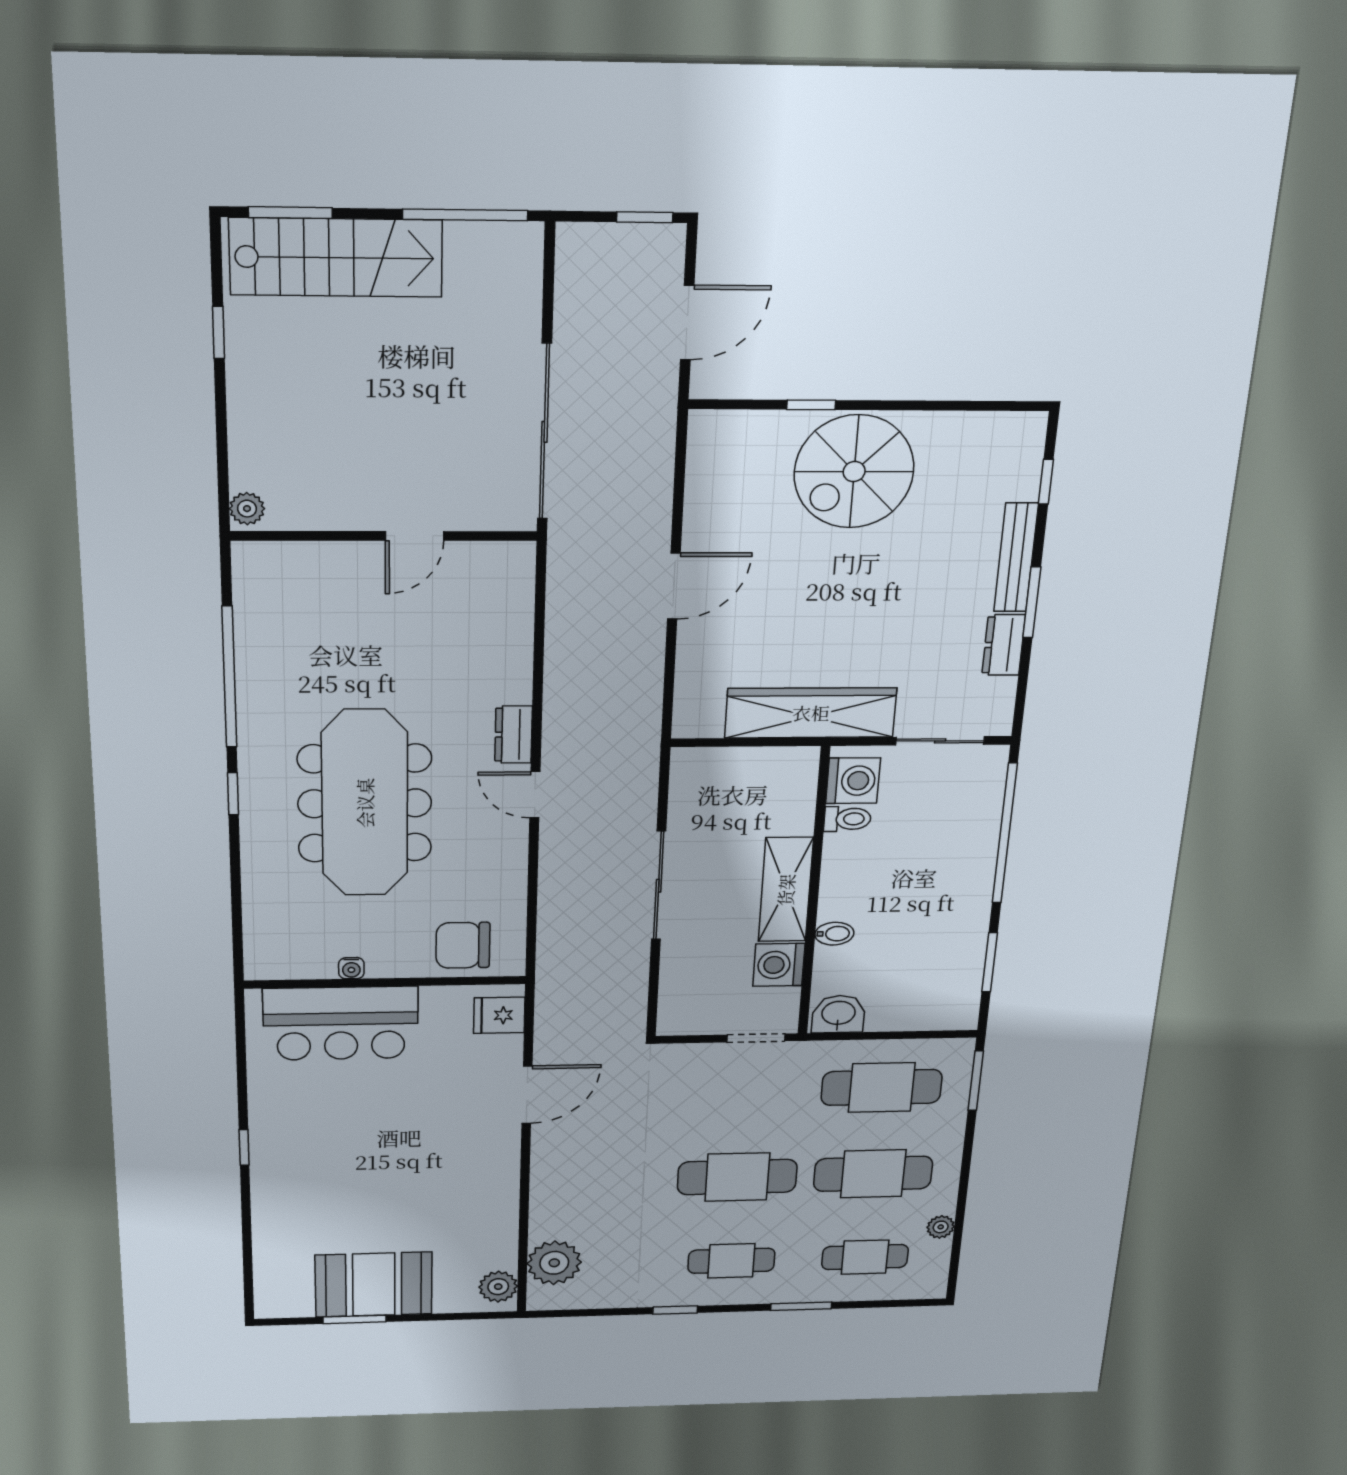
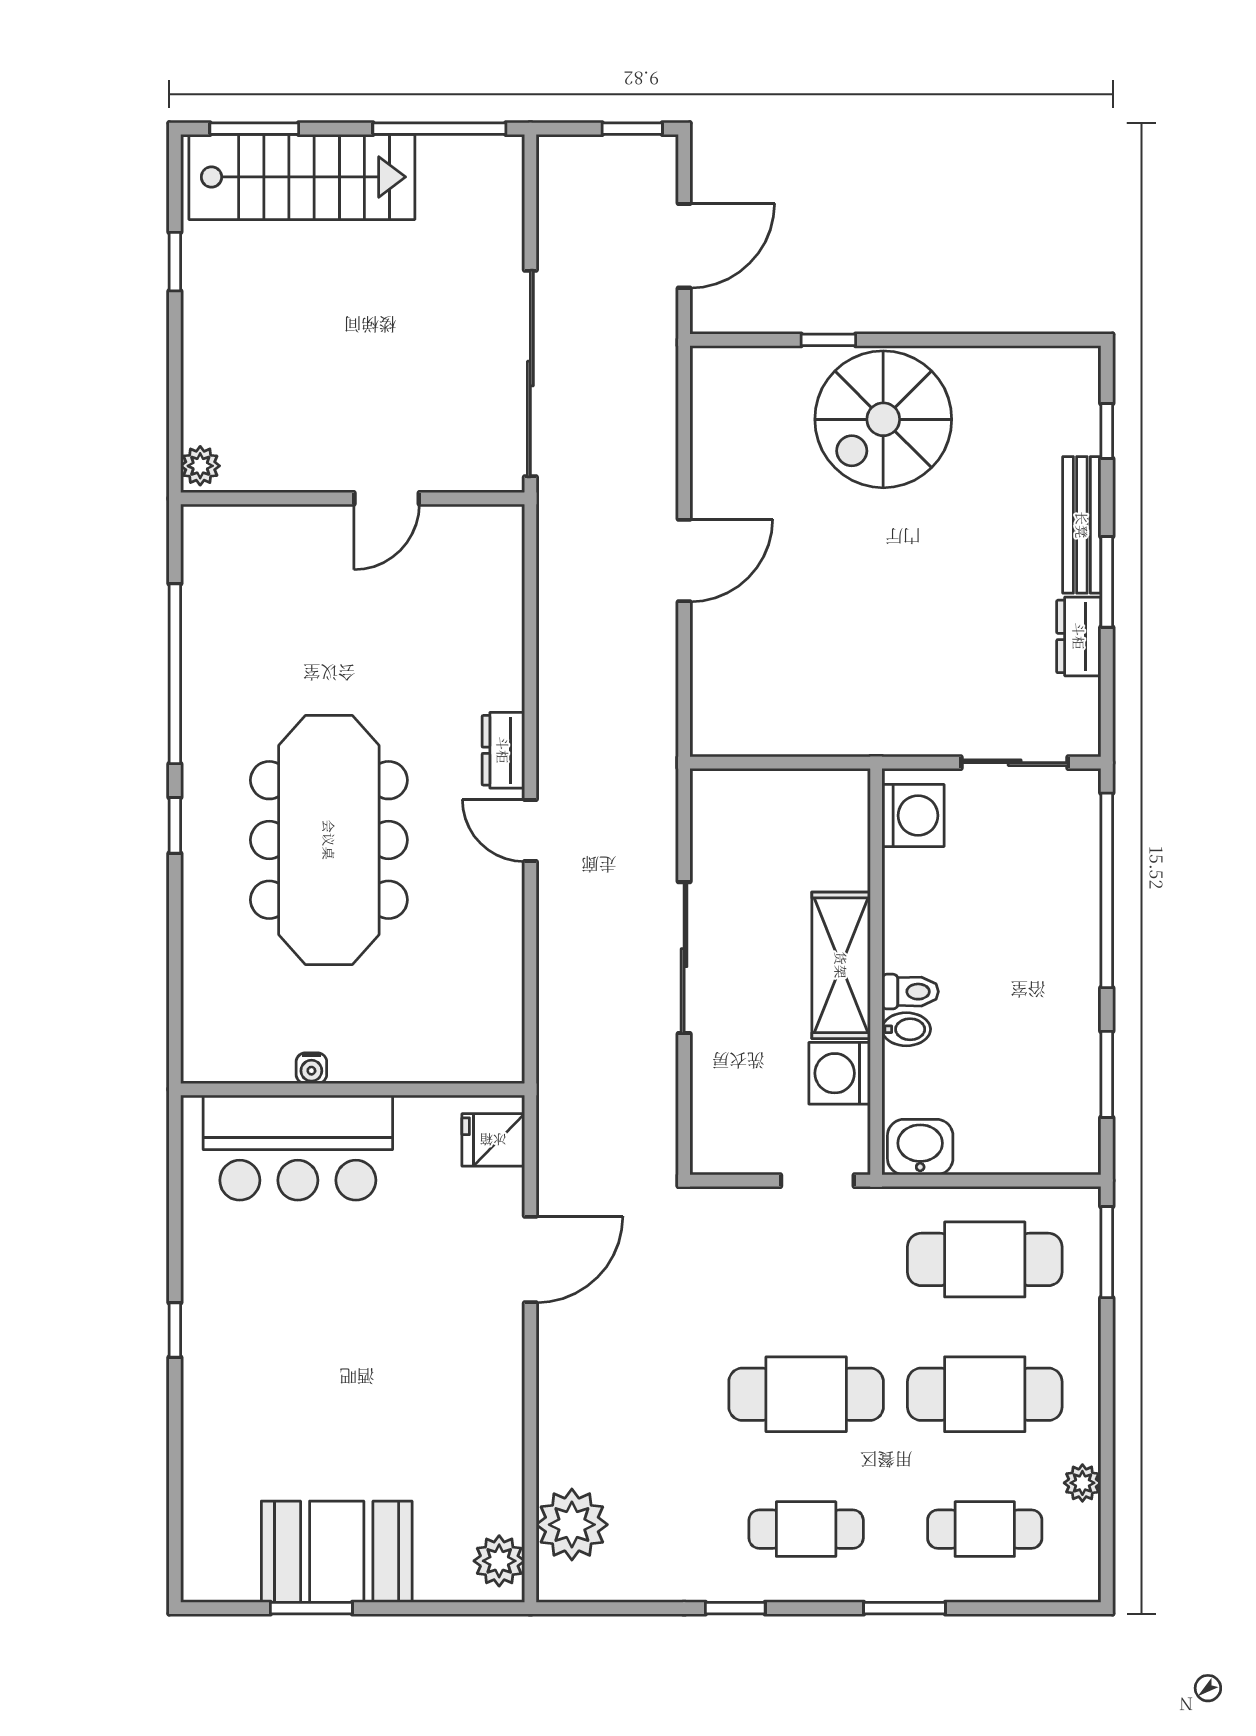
wardrobe: (811, 713) -> (855, 724), removed
toilet: (847, 819) -> (910, 992), moved
chair: (463, 945) -> (447, 1038), removed

